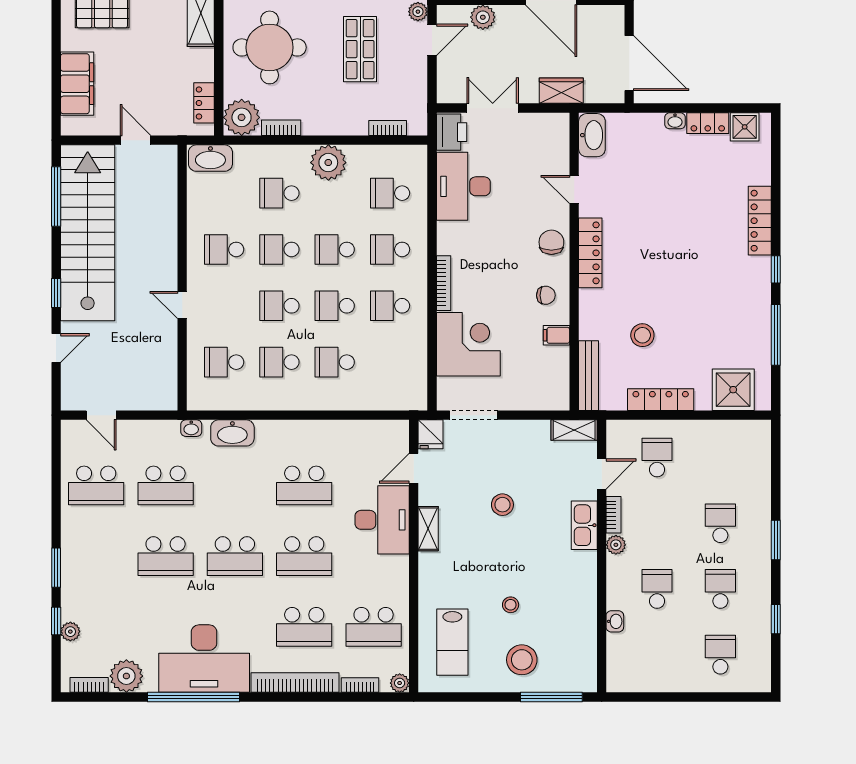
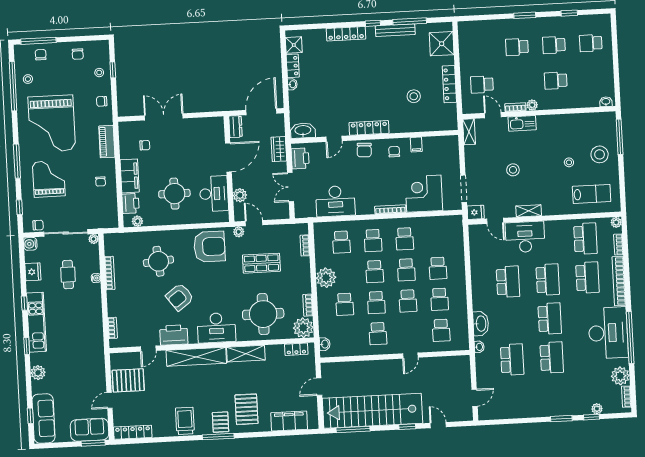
dresser: (605, 16) -> (235, 127), added
printer: (452, 132) -> (300, 158), moved, turned 90
washbasin: (210, 158) -> (325, 344), width x0.52, depth x0.69
chair: (551, 242) -> (364, 150), turned -87
bench: (588, 376) -> (395, 30), moved
school desk: (96, 485) -> (514, 399), removed
washbasin: (615, 621) -> (606, 102), moved

